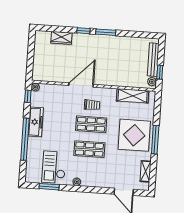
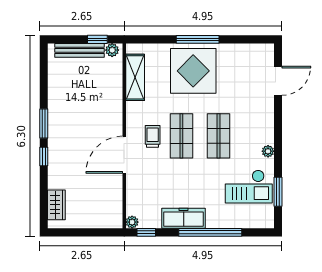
wardrobe: (61, 38) -> (56, 205), moved
door: (81, 85) -> (124, 155), hinge flipped
shelving: (146, 171) -> (246, 51), removed

